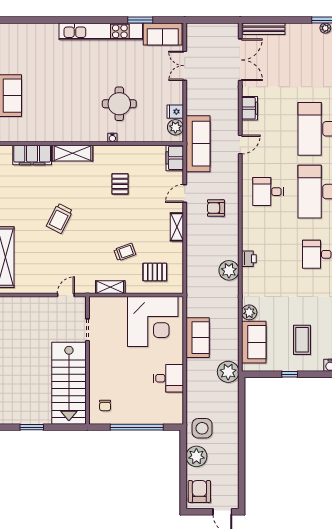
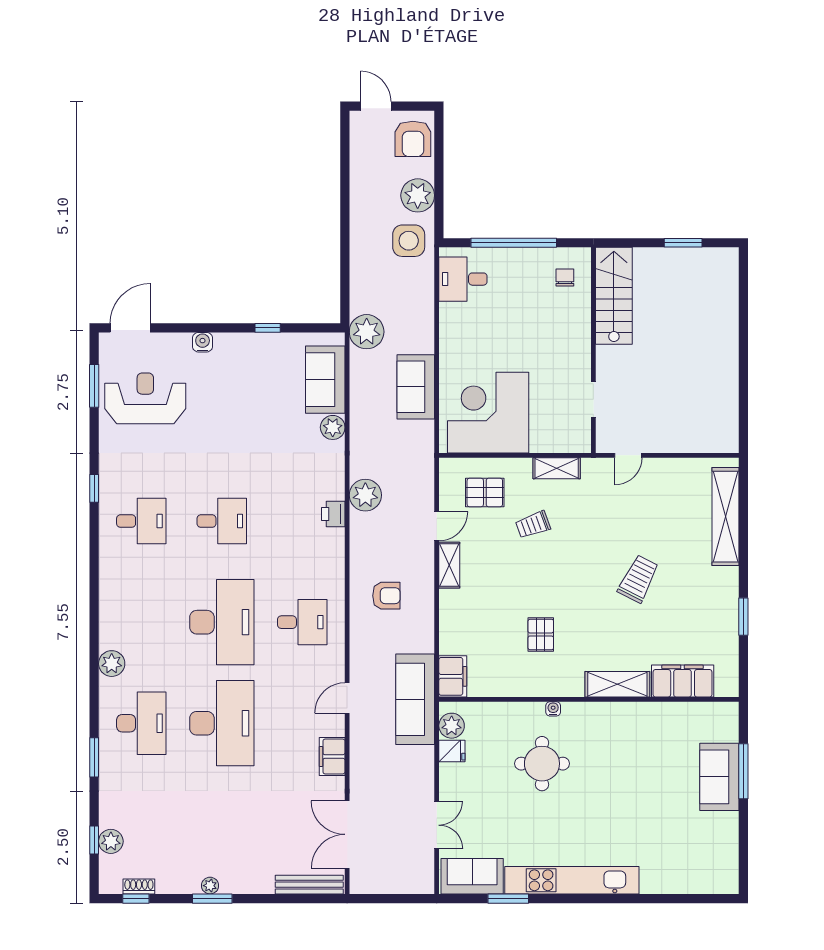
door: (185, 194) -> (437, 526), moved
coffee table: (302, 340) -> (248, 383), removed
desk: (168, 378) -> (463, 279), moved
stairs: (69, 383) -> (614, 296), width x0.73, depth x0.66

